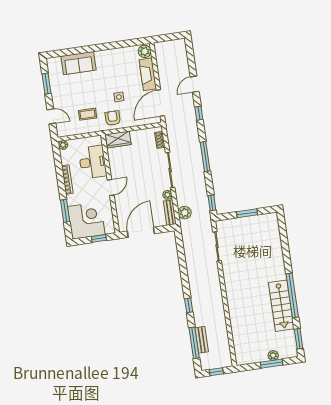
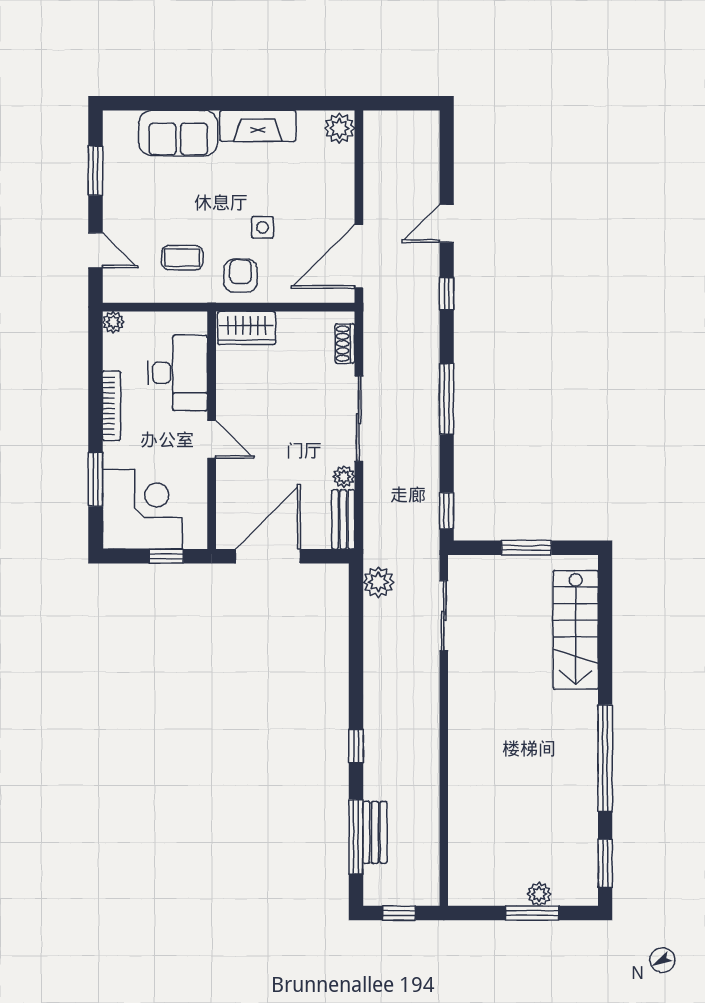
fireplace: (148, 74) -> (258, 126), moved, turned -90
door: (111, 187) -> (212, 439), hinge flipped
plant: (185, 213) -> (378, 582), moved
stairs: (281, 306) -> (576, 630), moved

